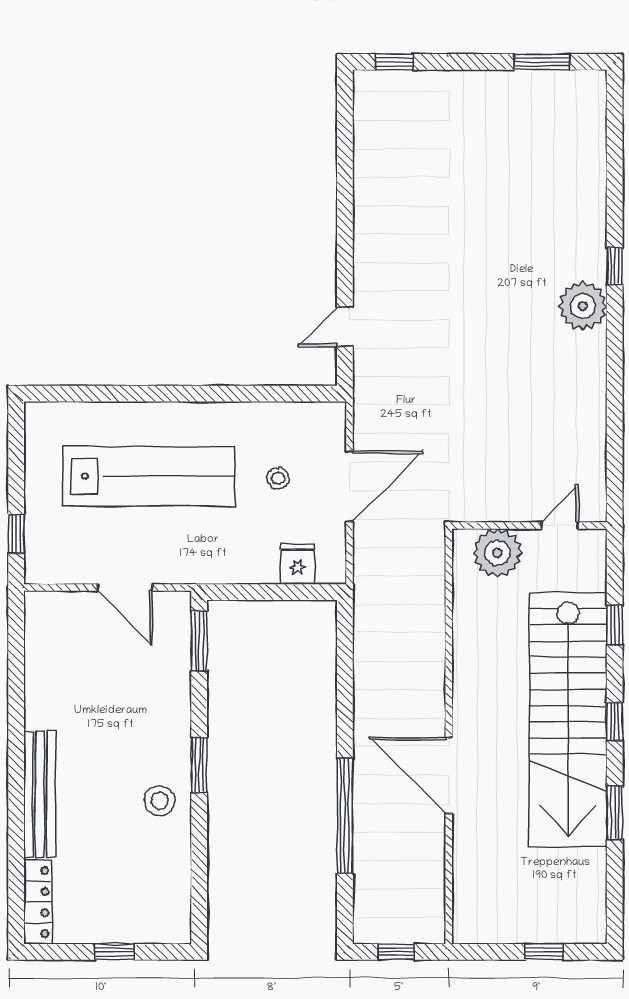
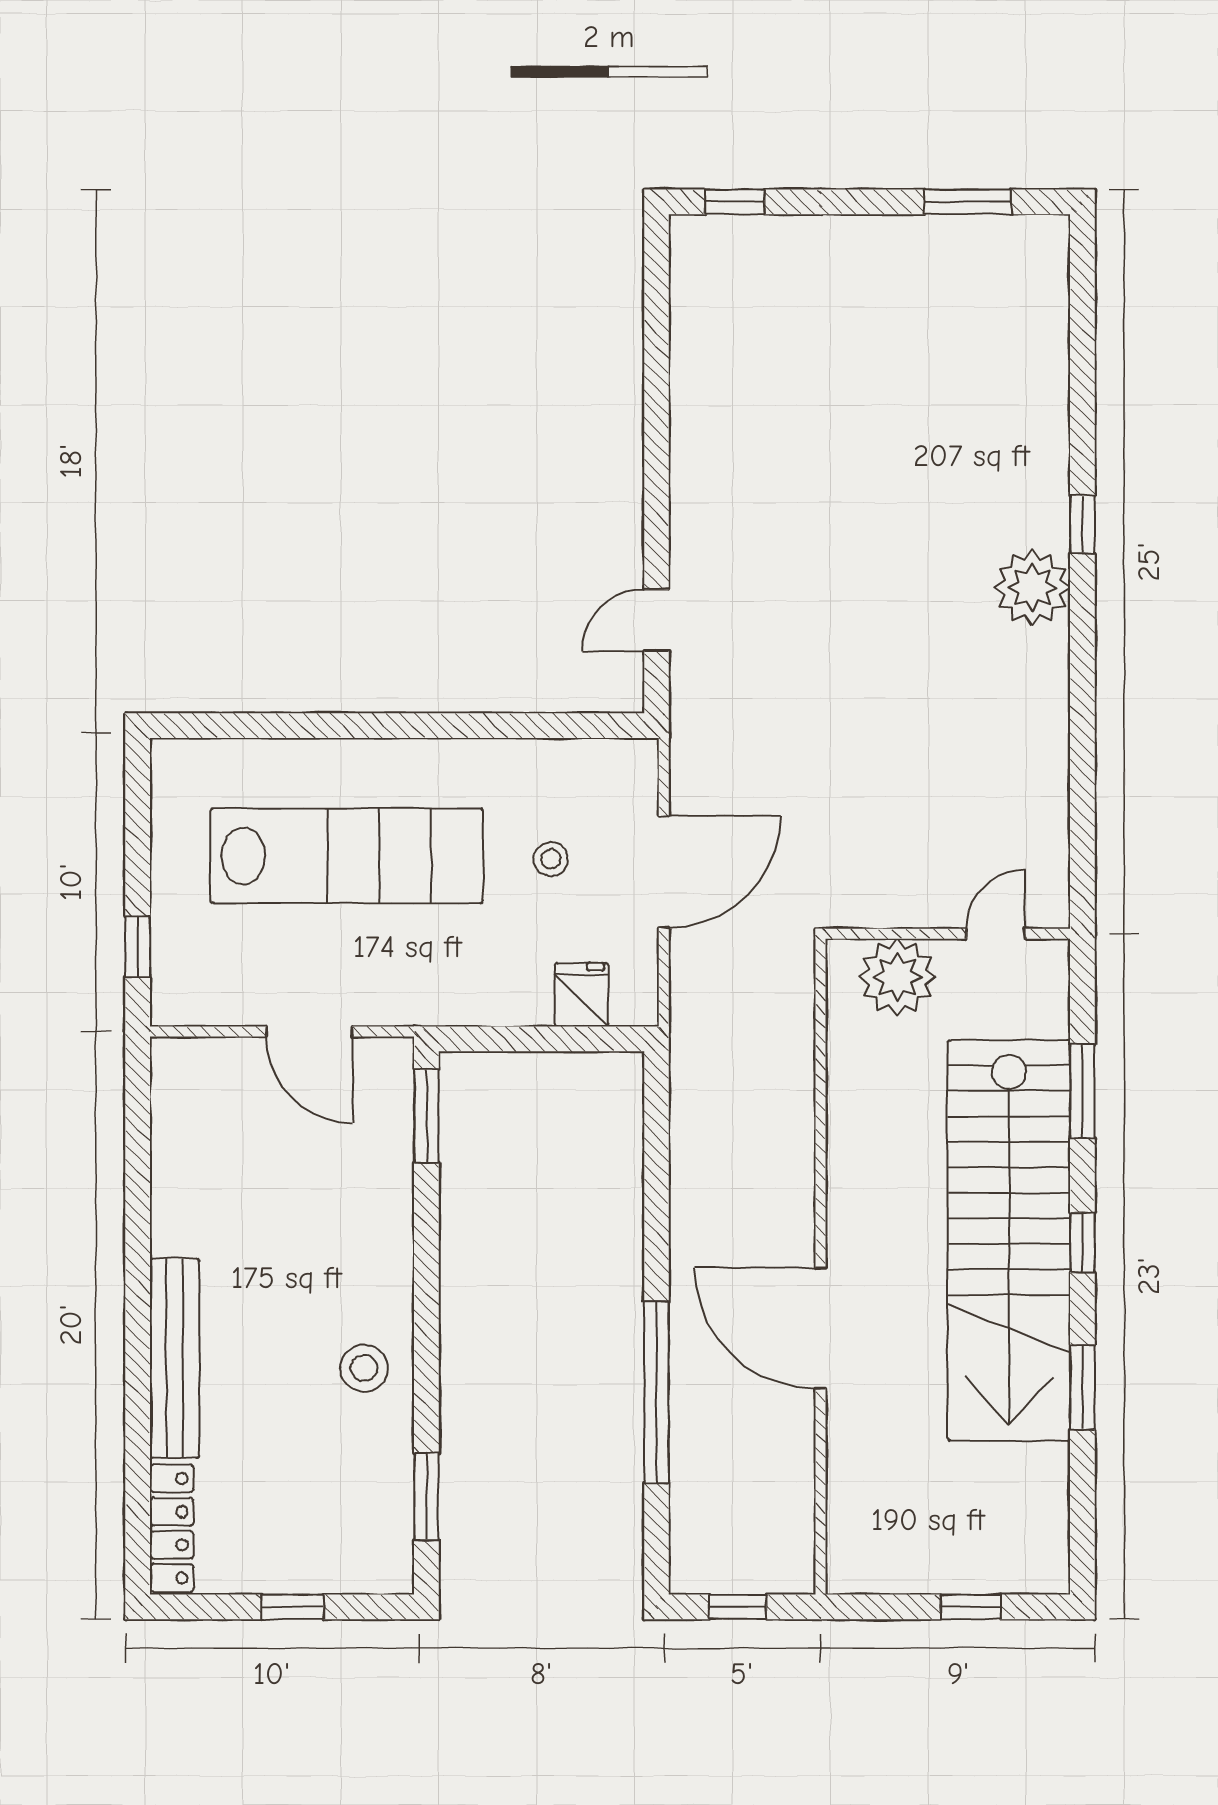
window: (615, 625) -> (1082, 1091), width x1.50
window: (199, 765) -> (426, 1496), moved

